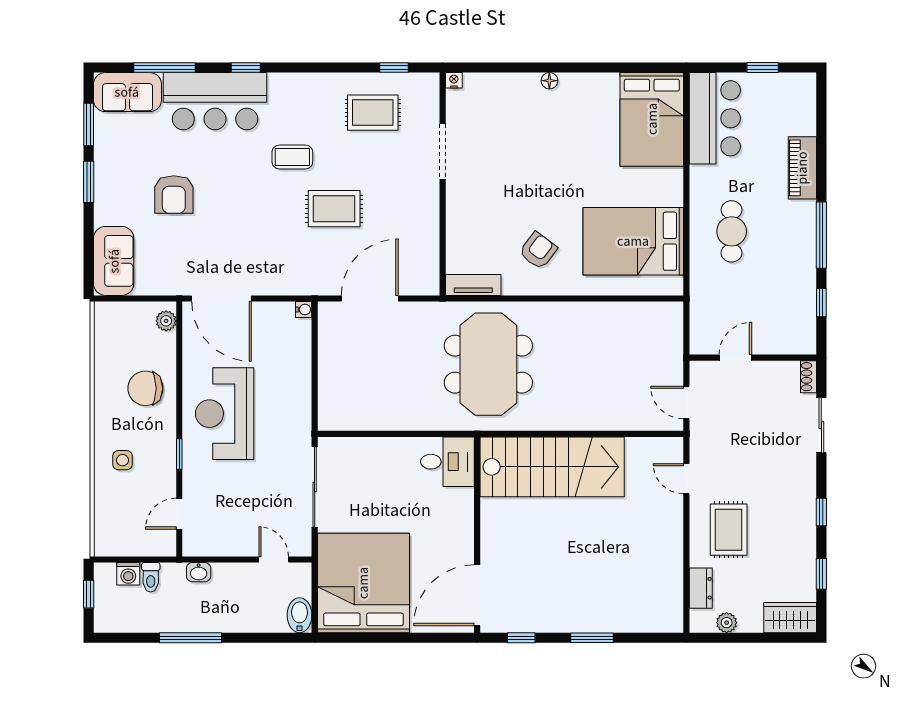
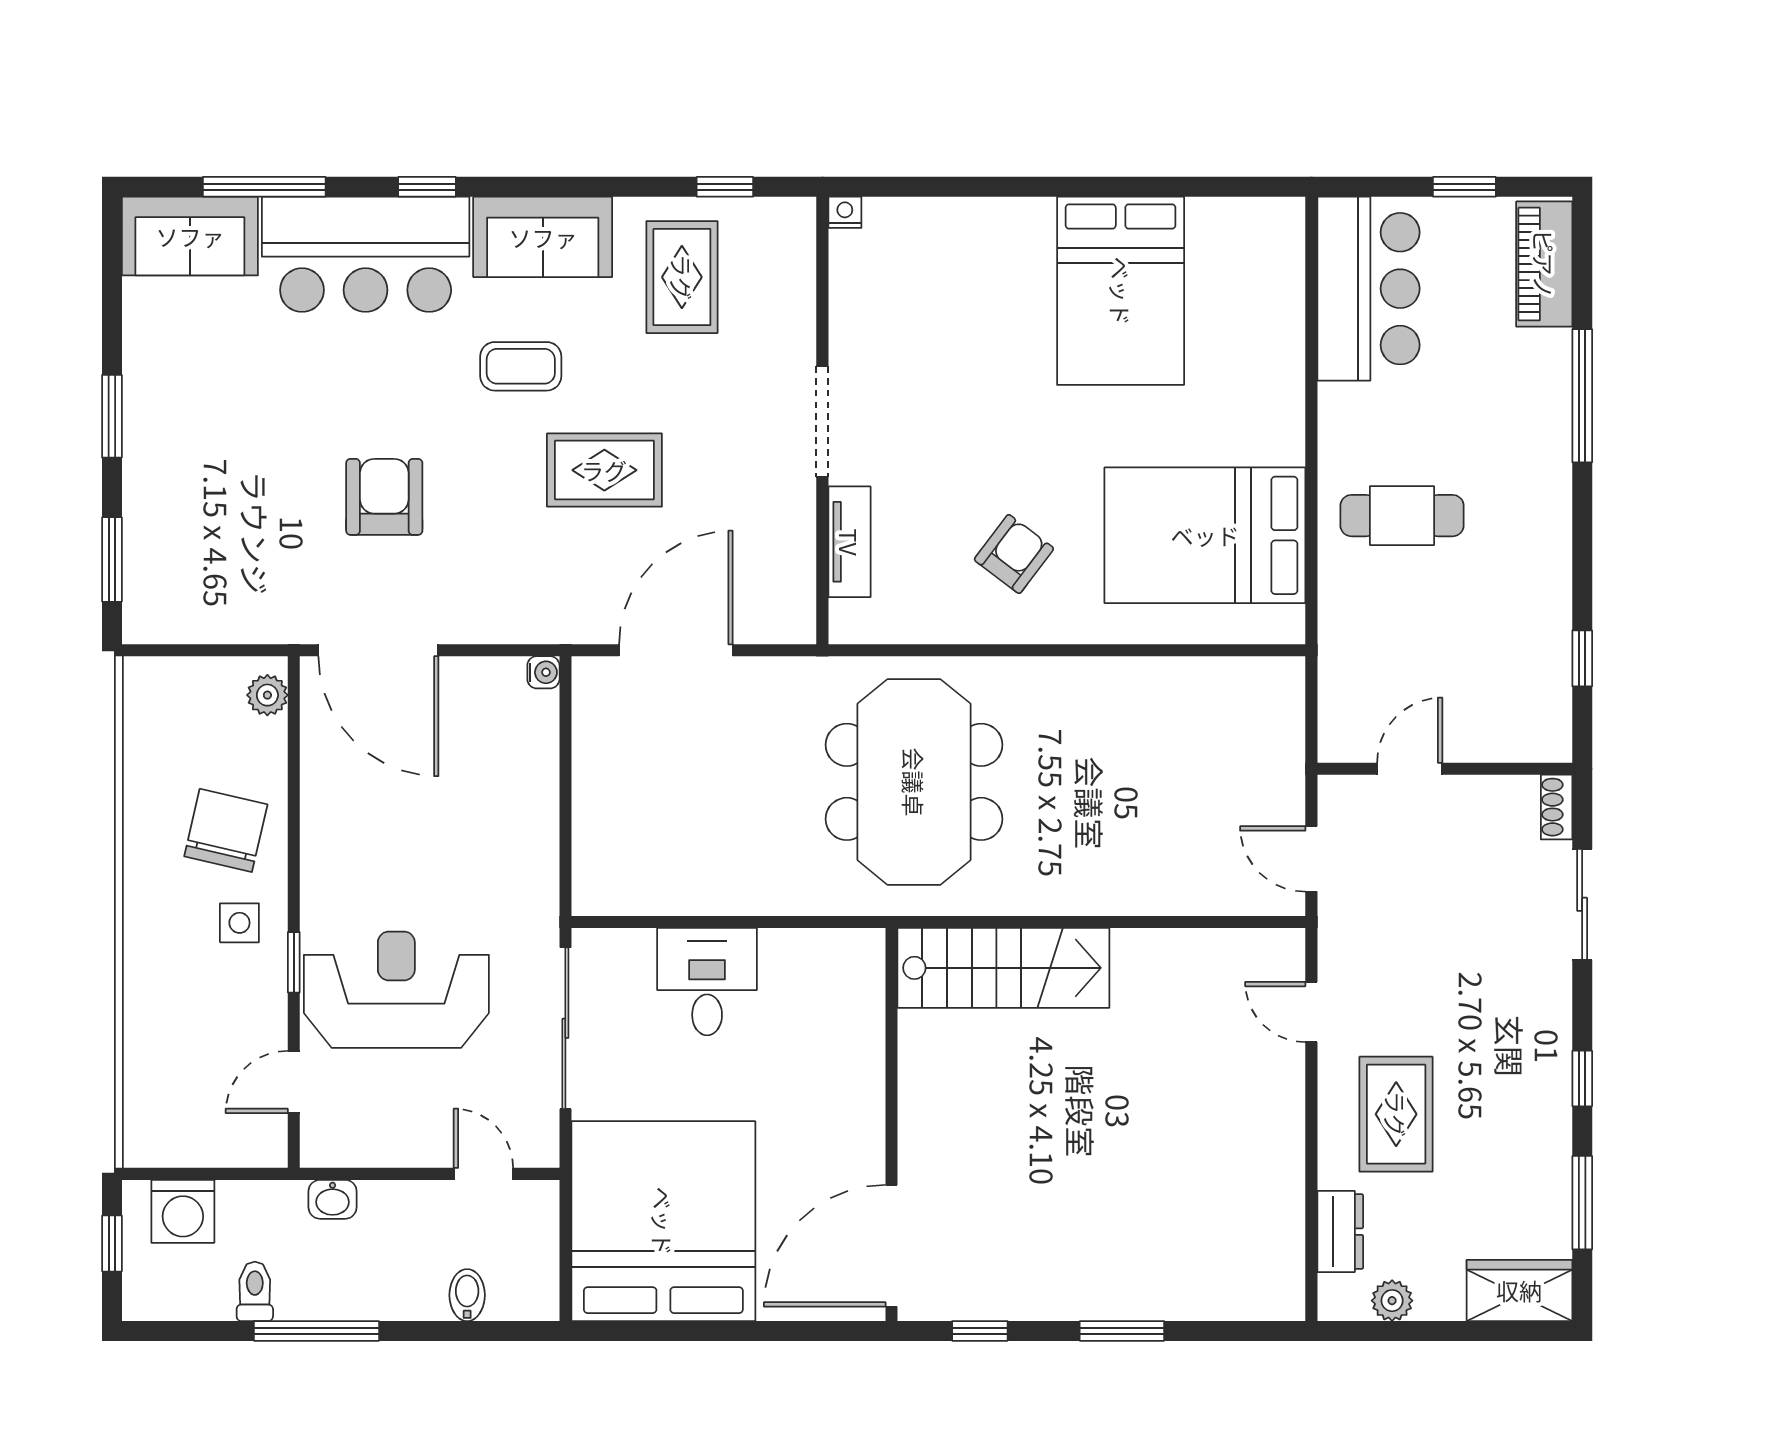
floor lamp: (549, 81) -> (1037, 213), removed
rug: (373, 113) -> (682, 277), turned 90
bed: (652, 119) -> (1121, 291), moved
window: (89, 125) -> (112, 560), moved
doorway: (443, 151) -> (822, 421), moved
piano: (802, 168) -> (1544, 264), moved
armchair: (174, 194) -> (384, 497), moved, turned 180
cafe table: (732, 231) -> (1402, 516), turned 90
window: (821, 235) -> (1582, 396), moved
sofa: (114, 261) -> (543, 237), moved, turned 90
tv unit: (473, 285) -> (849, 542), moved, turned 90
chair: (145, 388) -> (226, 830), turned 103
reception desk: (225, 414) -> (396, 990), moved, turned 90
side table: (122, 460) -> (239, 923), moved
desk: (447, 462) -> (707, 982), moved, turned -90
stairs: (552, 467) -> (1003, 968), width x0.73, depth x0.66
washing machine: (128, 574) -> (183, 1211), width x1.38, depth x1.38
window: (821, 574) -> (1582, 1203), width x1.50
toilet: (151, 577) -> (255, 1291), moved, turned 180
bidet: (300, 615) -> (467, 1295), moved, width x0.72, depth x0.74

